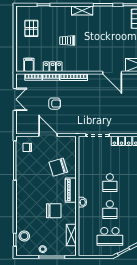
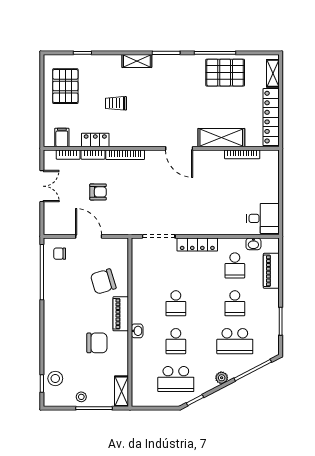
pallet: (31, 28) -> (65, 86), width x1.50, depth x1.42
shelving: (71, 235) -> (122, 391), moved

